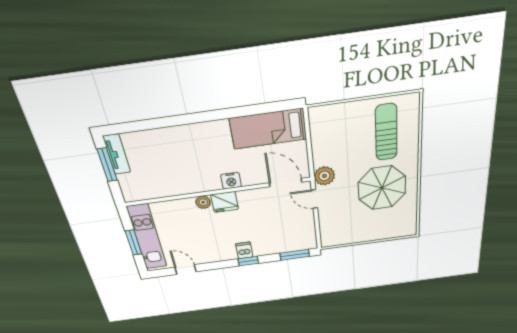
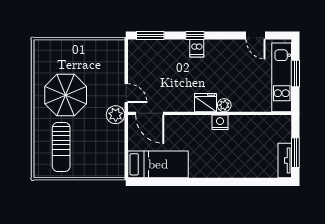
nightstand: (231, 181) -> (220, 122), moved

